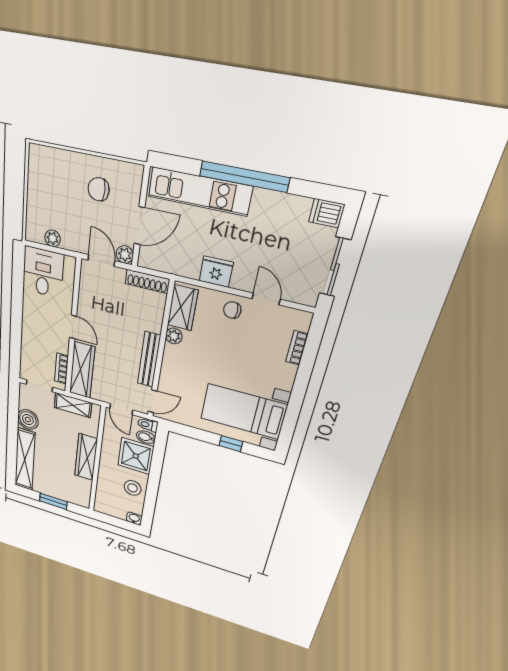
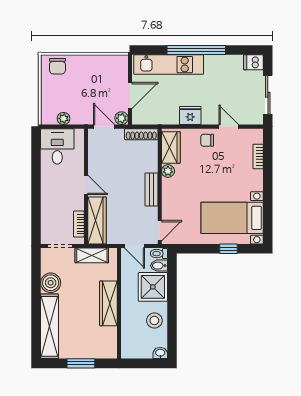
chair: (99, 189) -> (57, 66), moved, turned -90
bench: (149, 360) -> (151, 189), width x0.73

